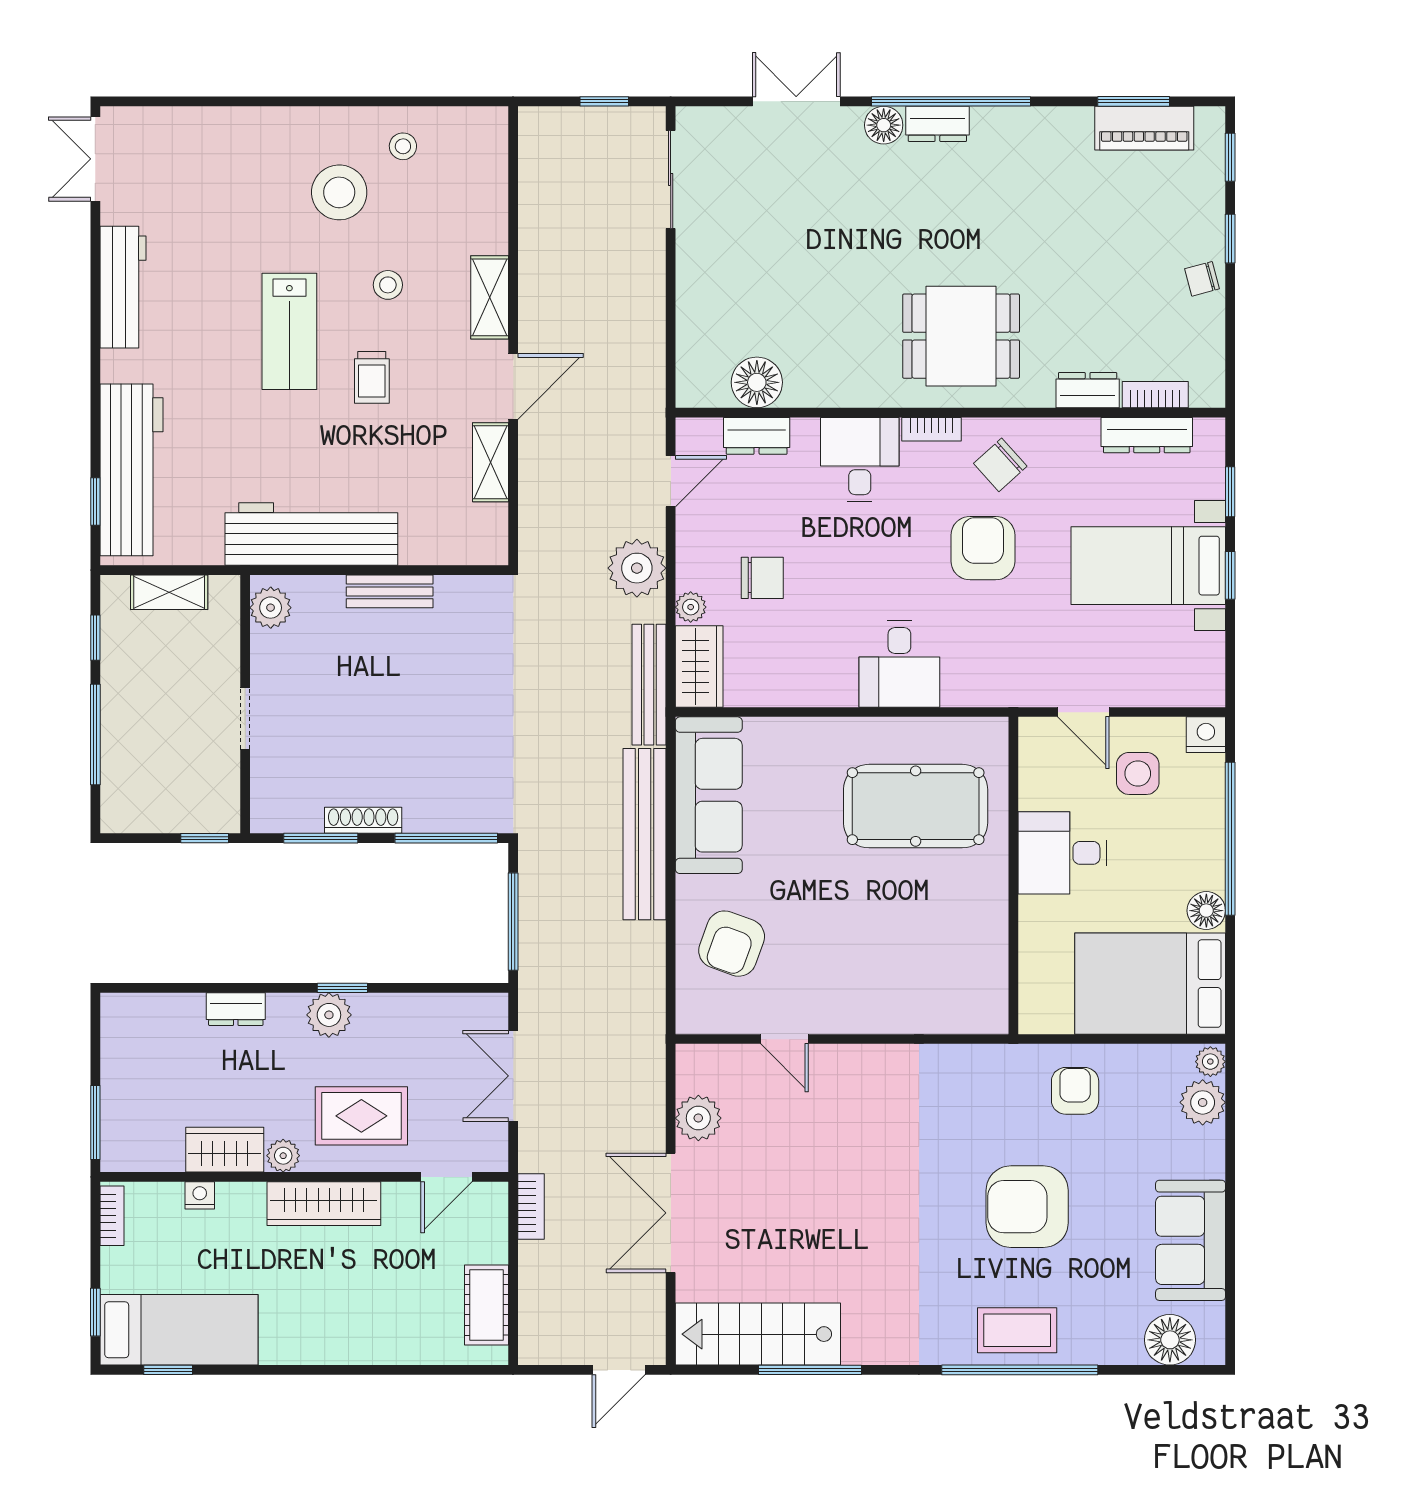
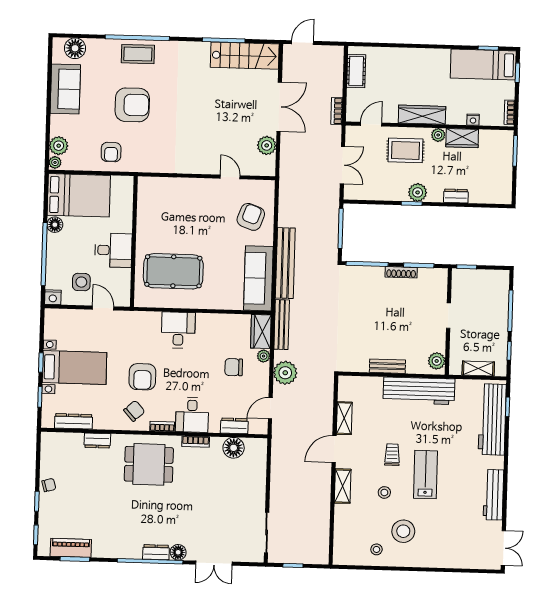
bookcase: (1155, 395) -> (196, 442), moved

